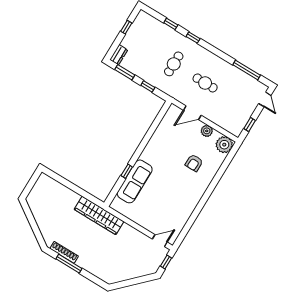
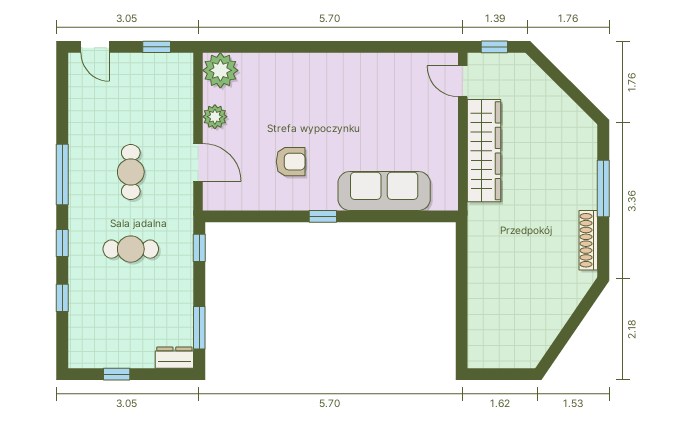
window: (247, 70) -> (62, 175), moved
window: (148, 86) -> (199, 248), moved
door: (265, 99) -> (95, 47), swing flipped
armchair: (194, 163) -> (291, 162), moved
window: (127, 171) -> (323, 216), moved
wardrobe: (99, 215) -> (484, 151), moved
window: (69, 264) -> (603, 188), moved

